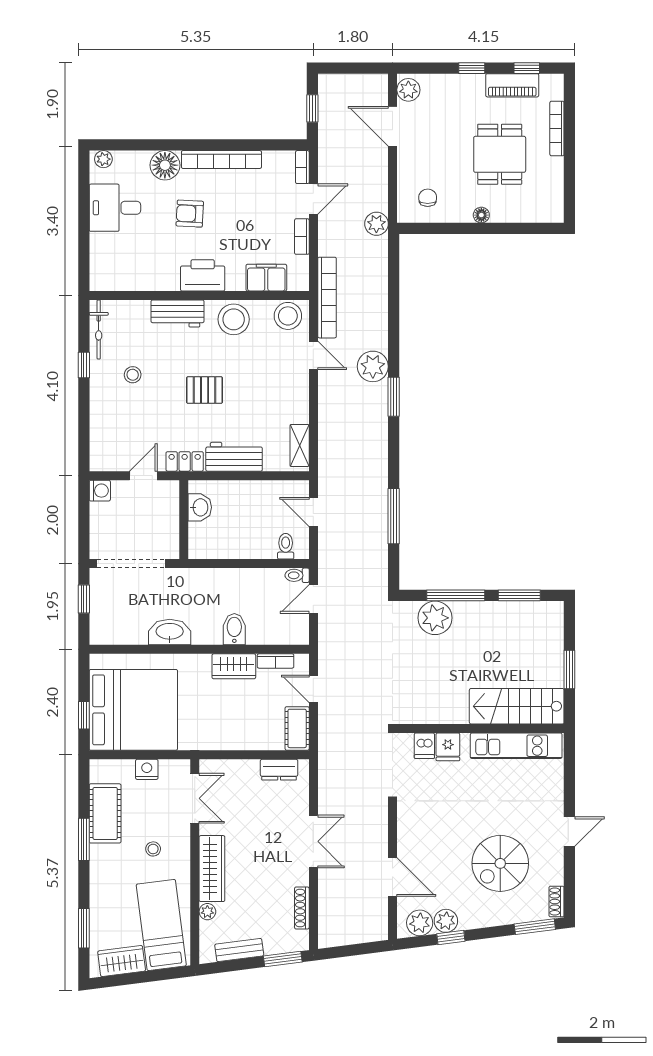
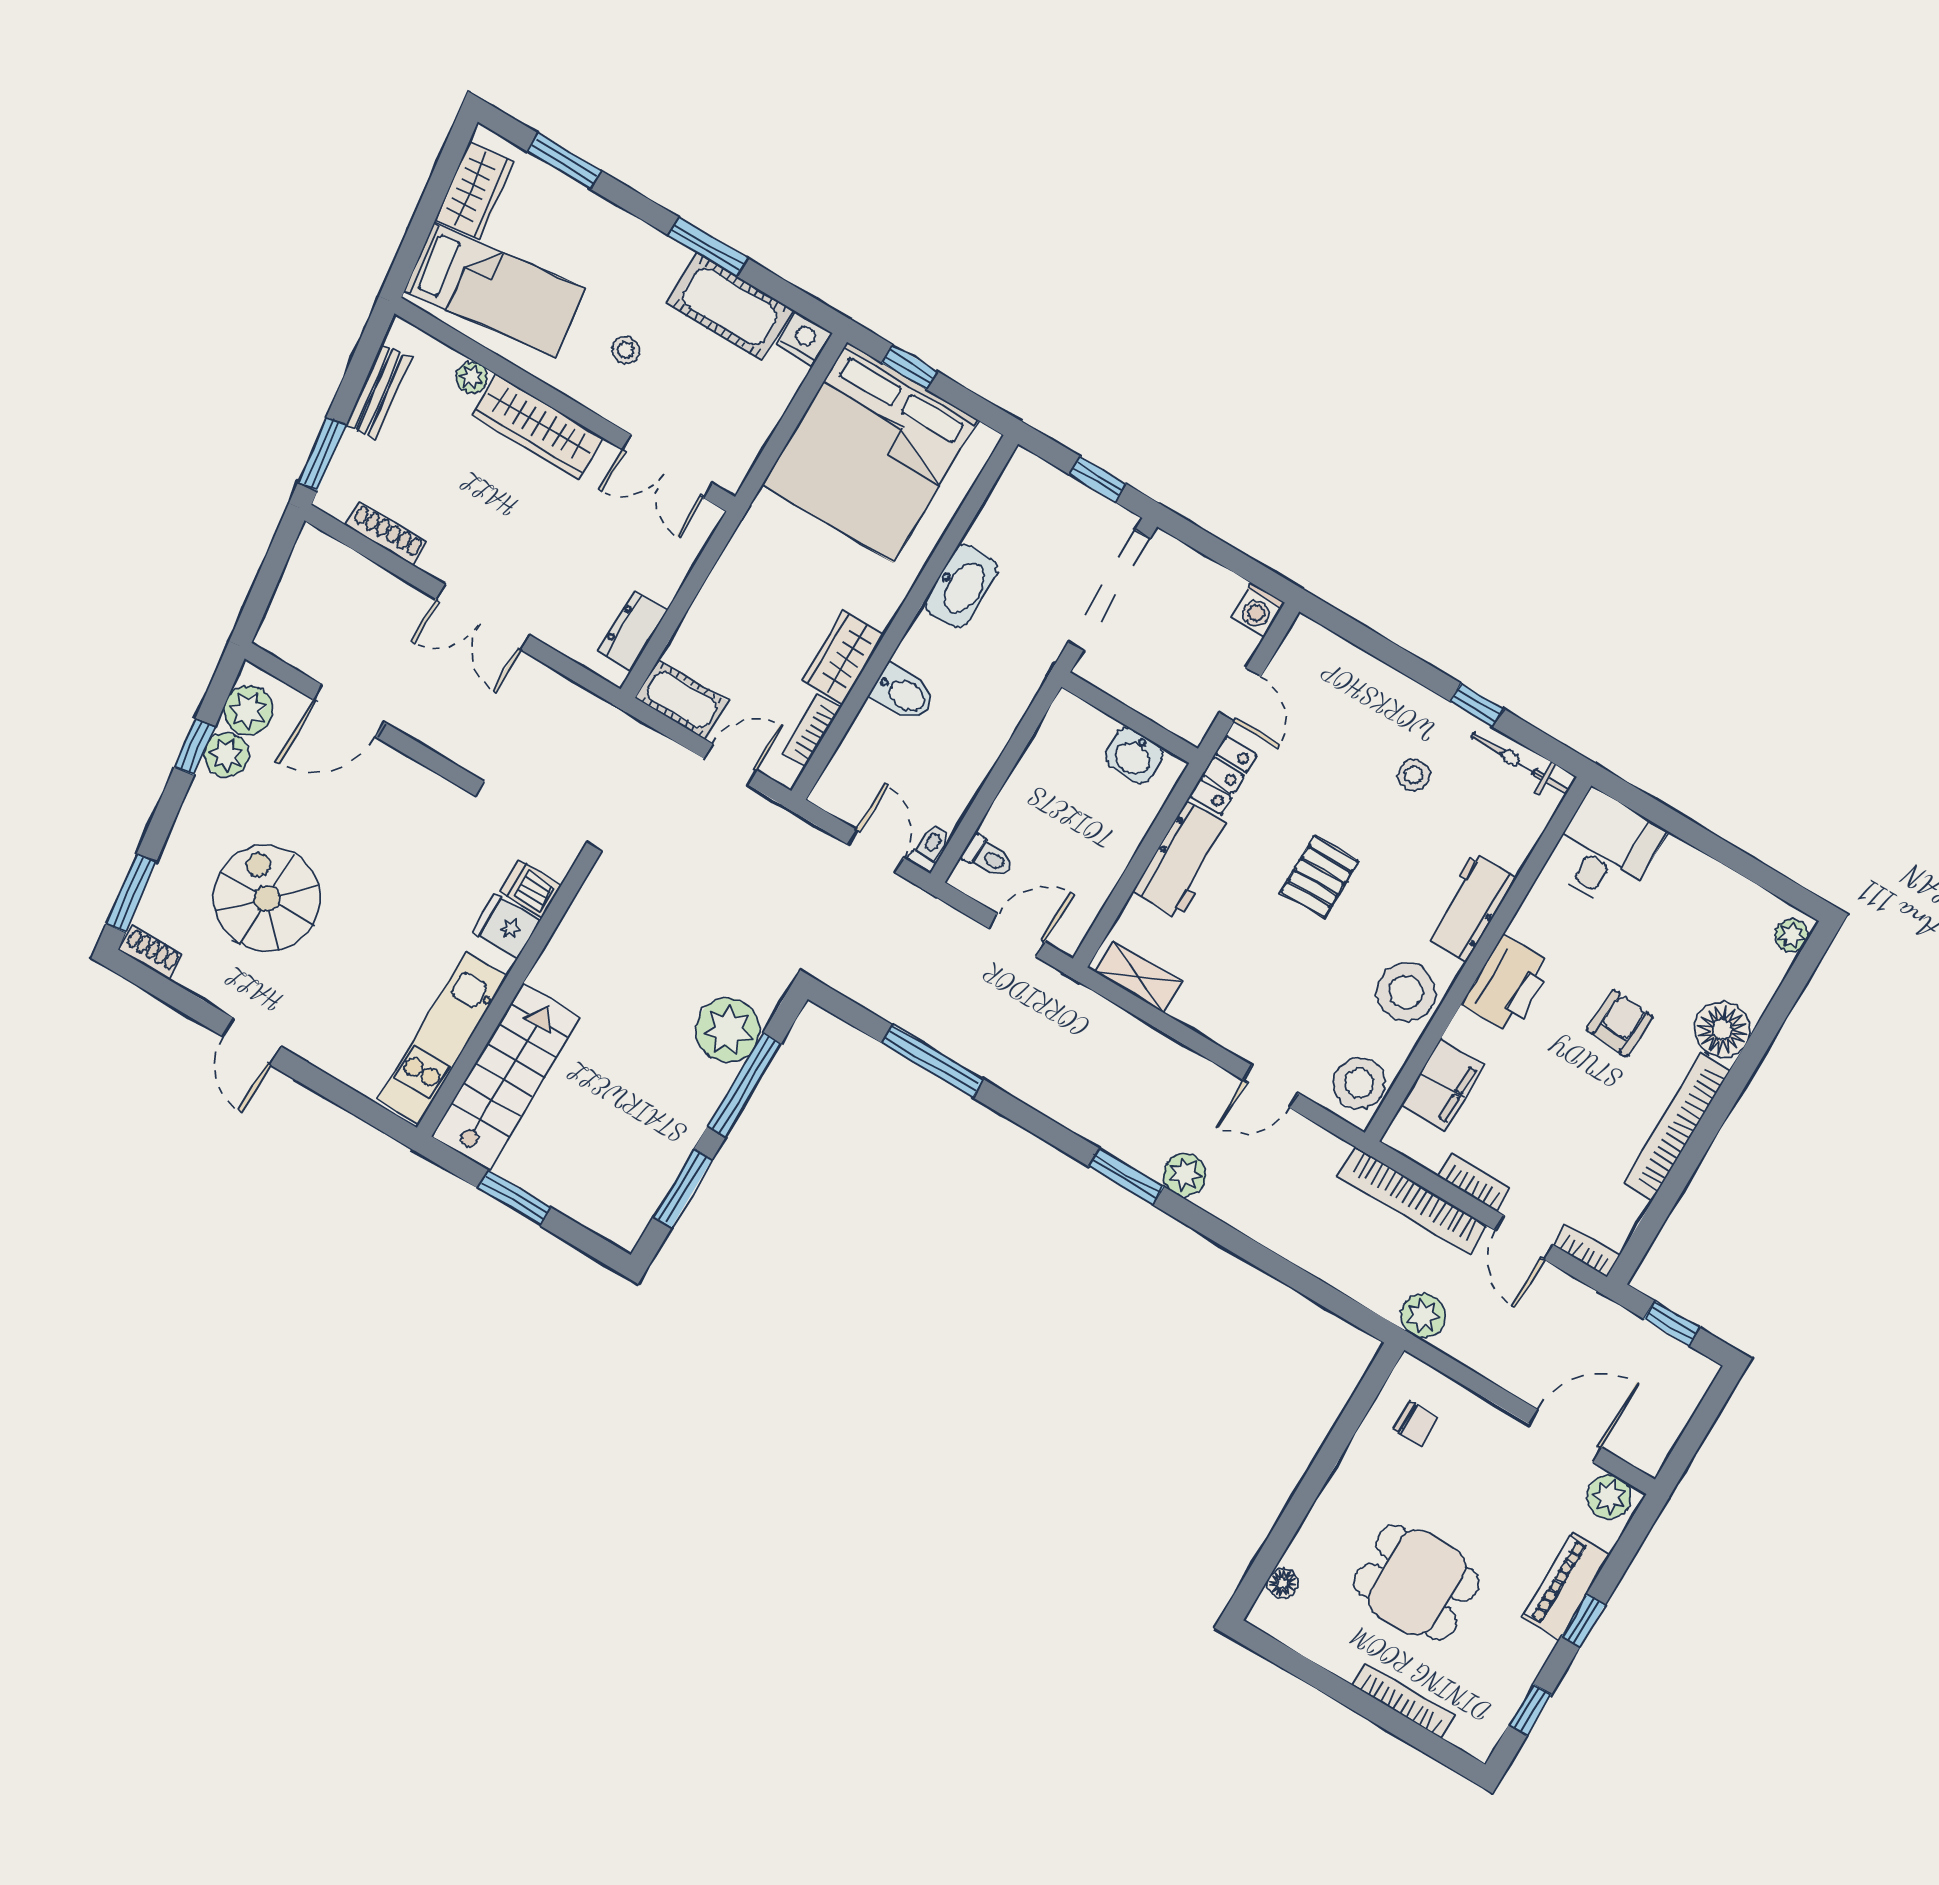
piano: (512, 85) -> (1566, 1586), moved
desk: (115, 208) -> (1605, 850), moved
floor lamp: (481, 215) -> (1283, 1583), moved
bookcase: (327, 298) -> (1412, 1201), moved
plant: (373, 366) -> (1185, 1175), width x0.73, depth x0.73
nightstand: (147, 769) -> (804, 338), moved, turned -90

